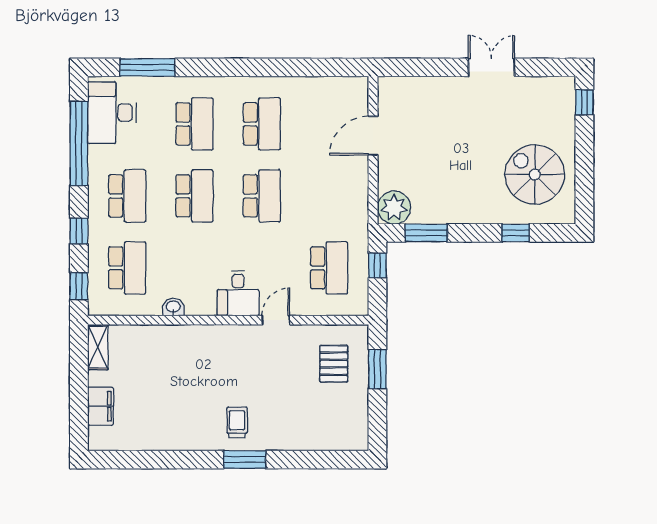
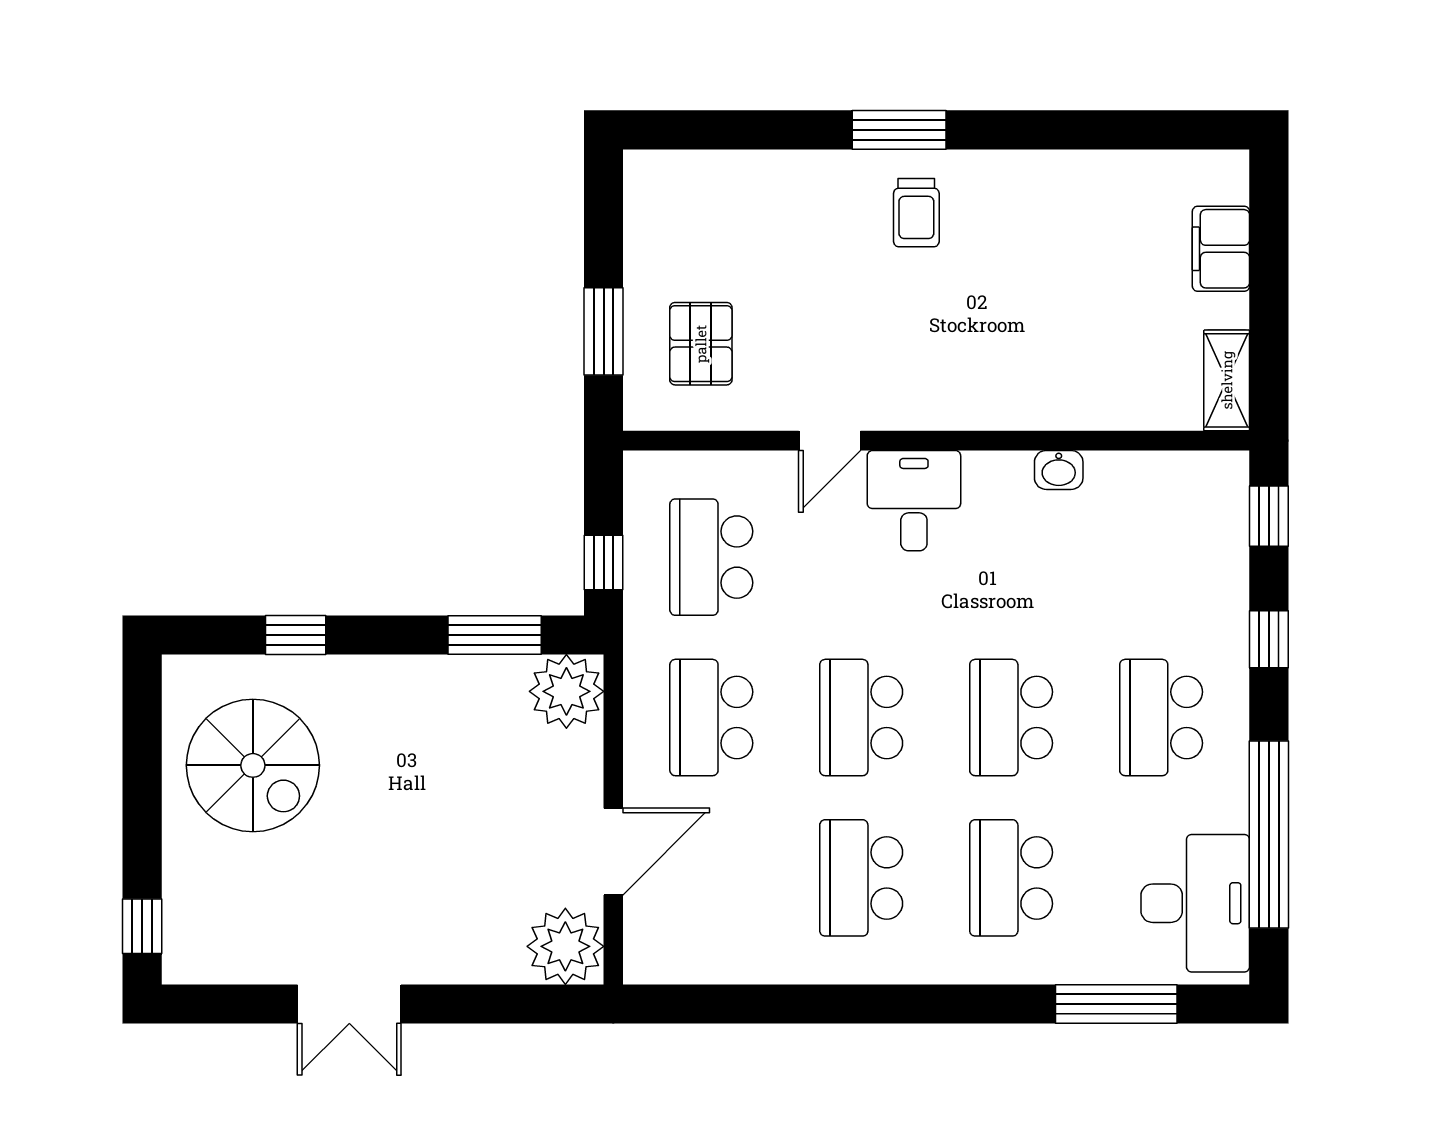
plant: (395, 93) -> (565, 946), added
school desk: (127, 268) -> (711, 718), moved

